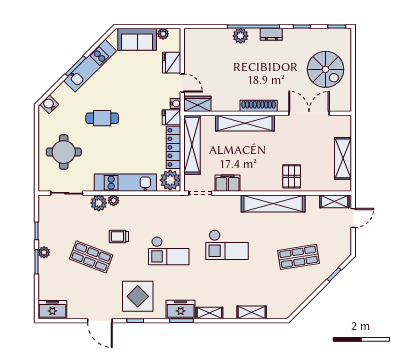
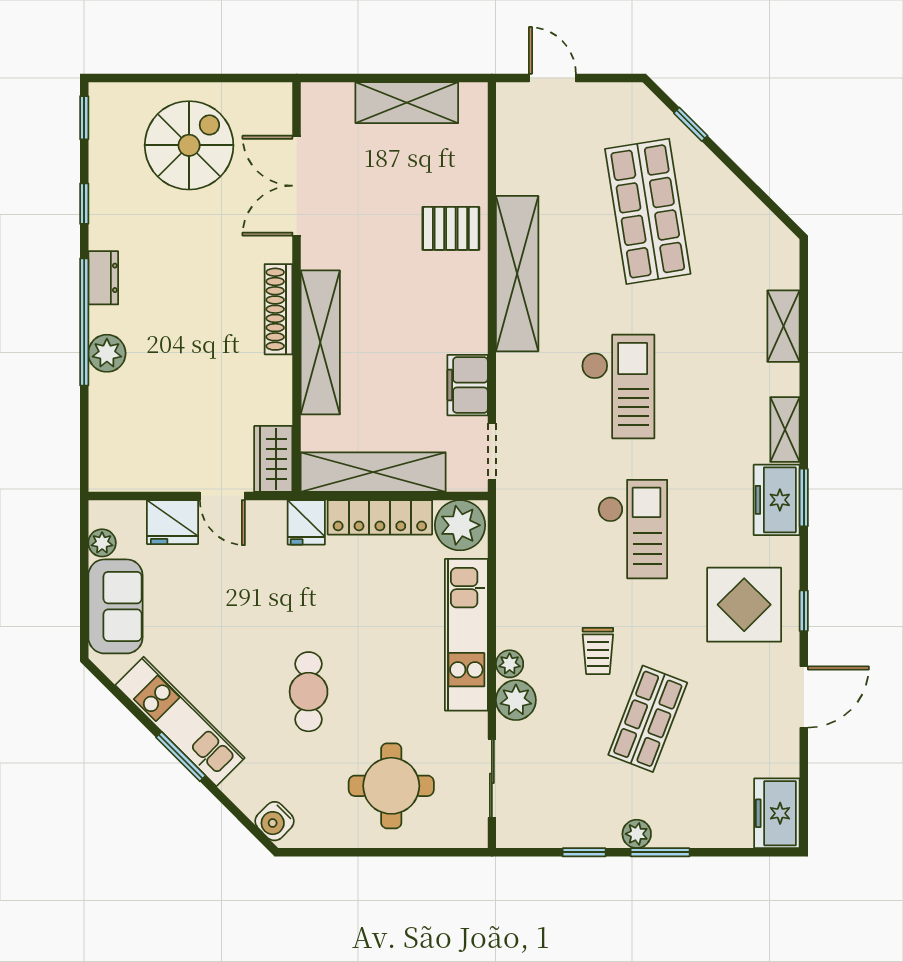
door: (182, 83) -> (222, 496), swing flipped
water cooler: (175, 104) -> (273, 512), removed
shelving: (334, 201) -> (512, 124), removed
shop shelf: (299, 257) -> (648, 211), width x1.43, depth x1.36

